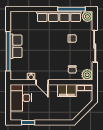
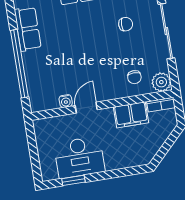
row of seats: (16, 46) -> (28, 29), moved
door: (42, 82) -> (86, 108), swing flipped
desk: (21, 98) -> (79, 157), moved, turned -90

